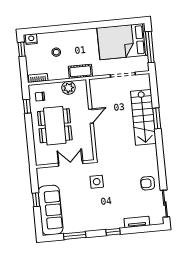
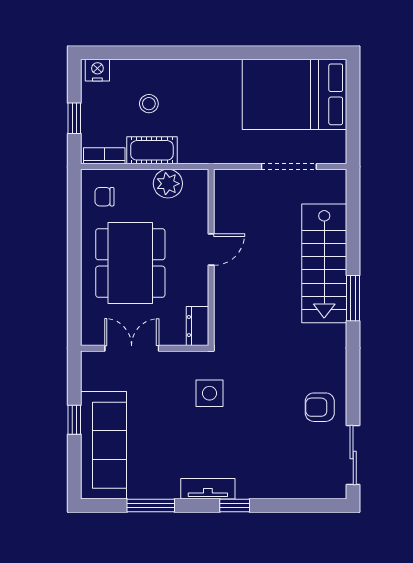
window: (150, 47) -> (353, 112), removed
window: (22, 49) -> (74, 118), moved
cot: (80, 71) -> (152, 150), moved
window: (27, 106) -> (74, 215), removed
window: (157, 118) -> (353, 298), moved
dresser: (88, 152) -> (197, 326), added
double door: (71, 163) -> (132, 348), moved
tv unit: (137, 222) -> (208, 489), moved

